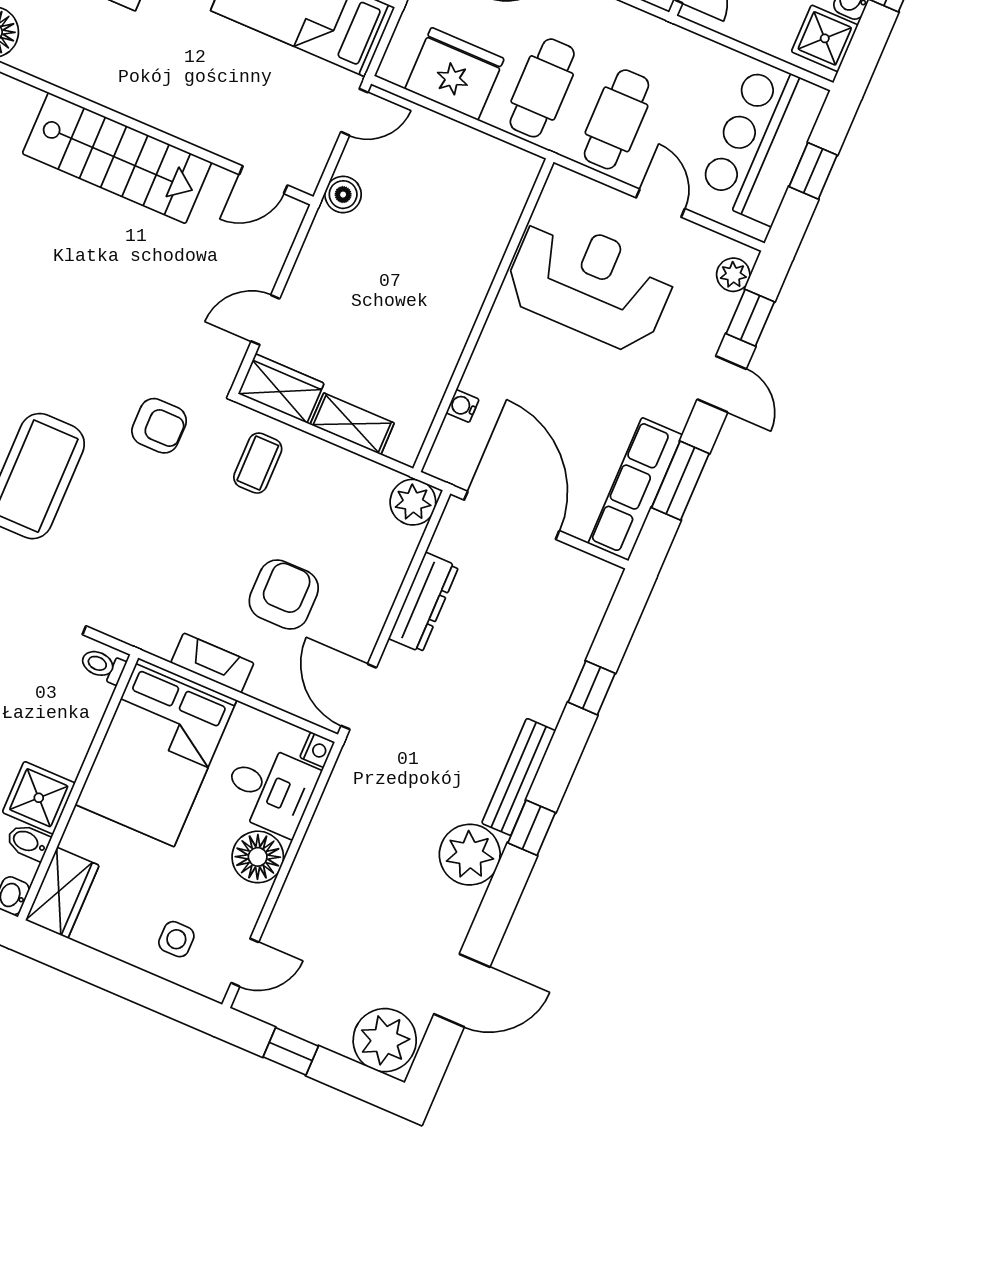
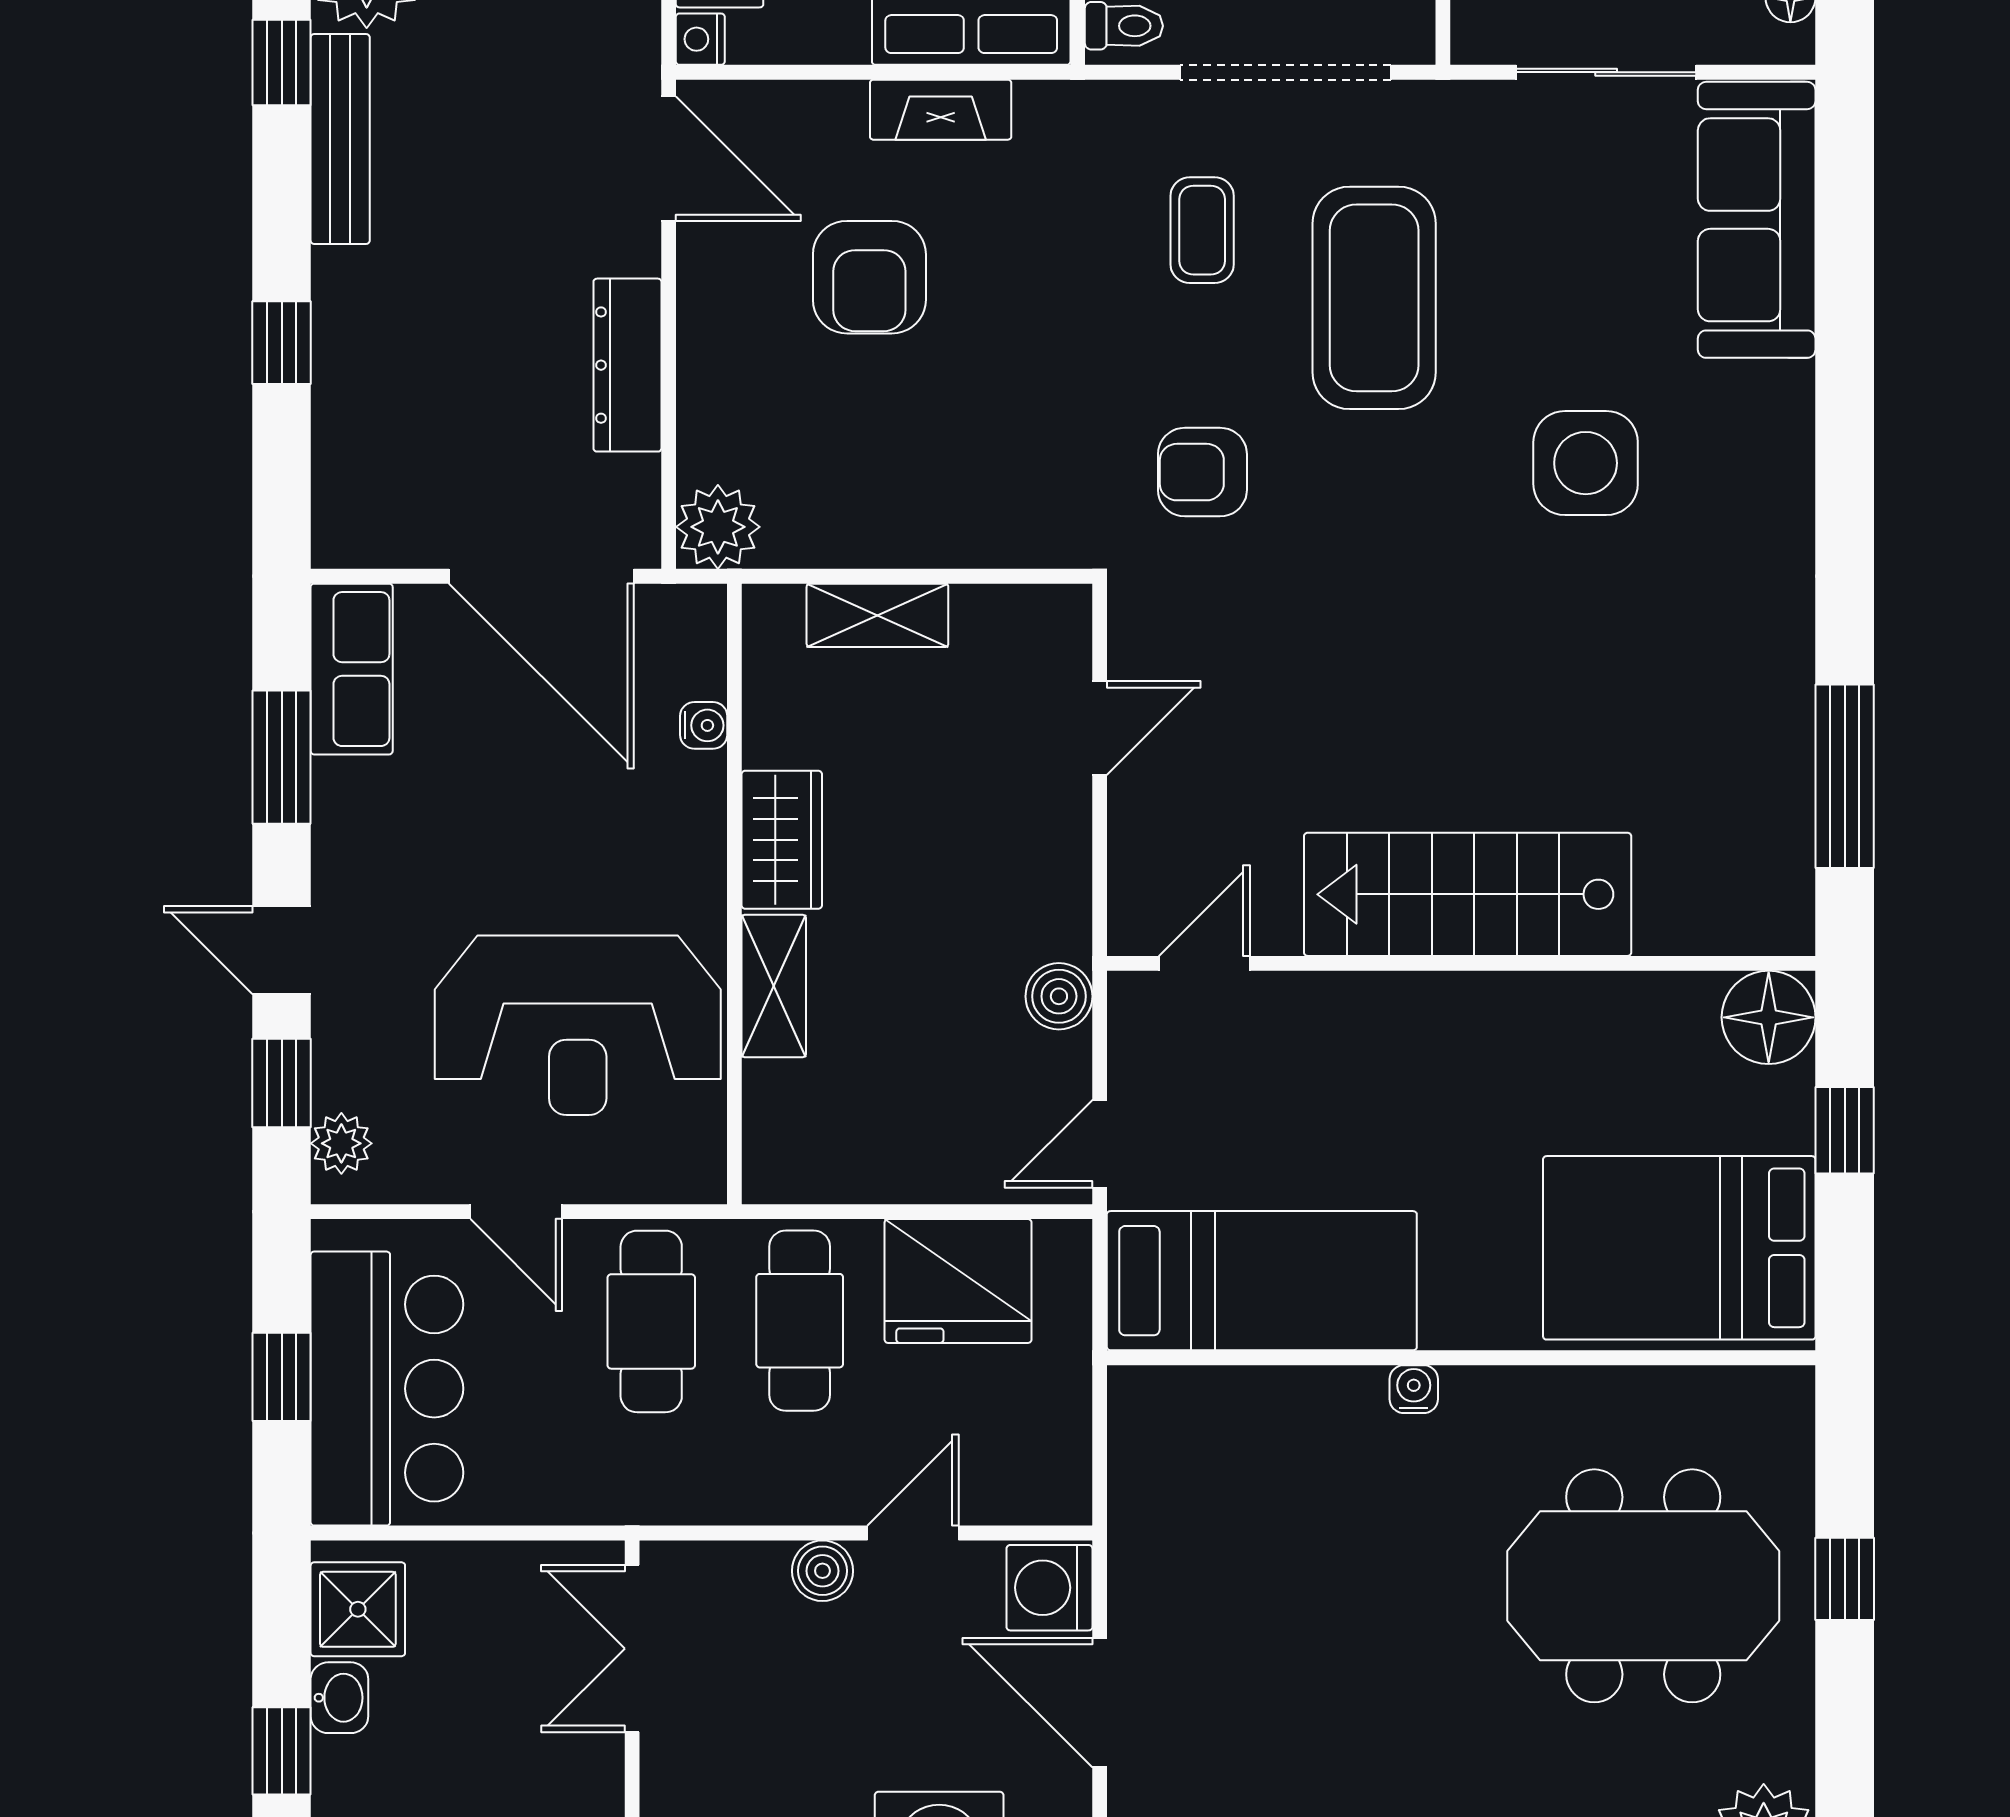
shelving: (483, 261) -> (774, 986), added
wardrobe: (281, 388) -> (782, 840), moved, turned -90
coffee table: (258, 463) -> (1202, 230), moved
row of seats: (635, 489) -> (352, 669), width x0.68

